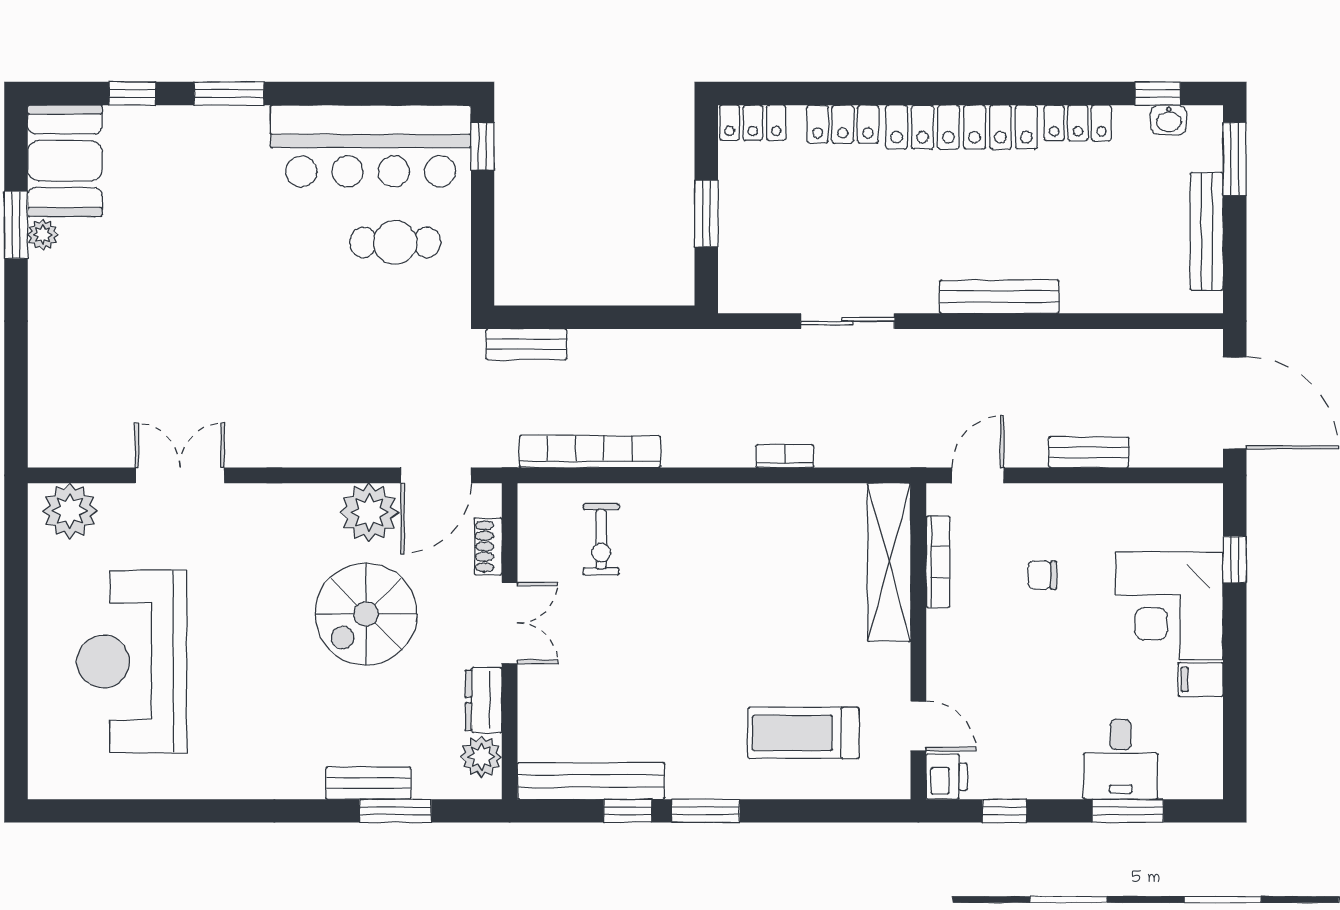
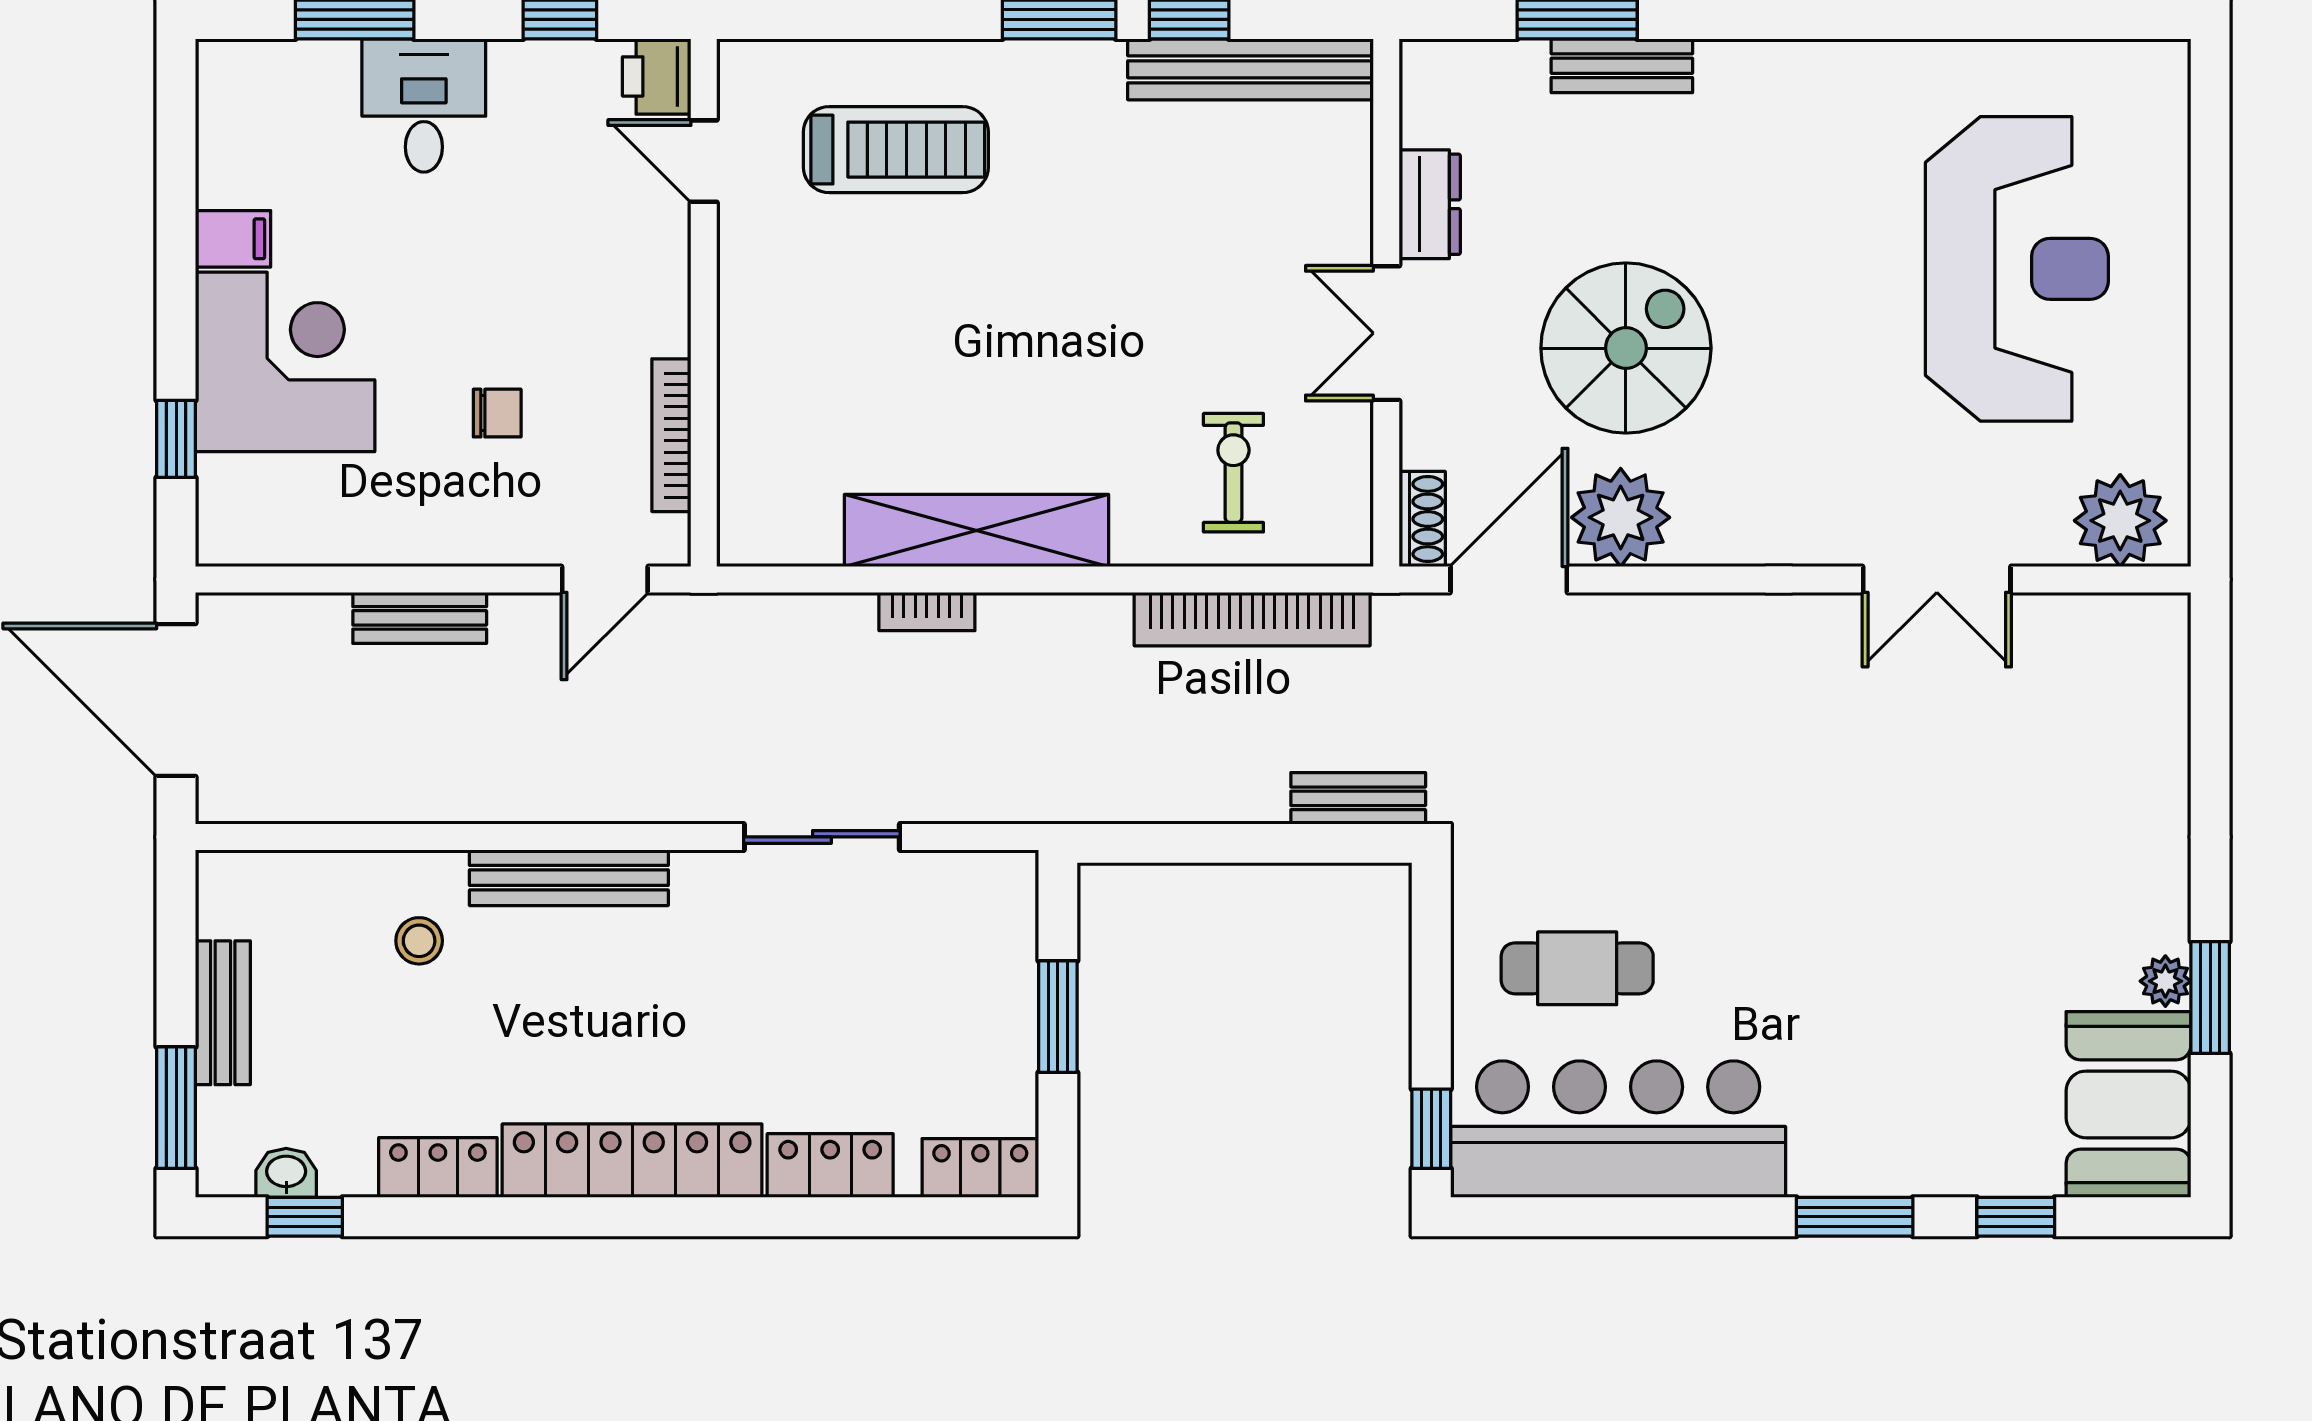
bench: (1207, 231) -> (223, 1013), width x0.73
stool: (1089, 259) -> (419, 941), added
shoe rack: (488, 546) -> (1422, 519), moved
shelving: (889, 562) -> (977, 531), moved, turned 90
plant: (481, 757) -> (1434, 110), removed
desk: (1121, 759) -> (424, 105), moved

